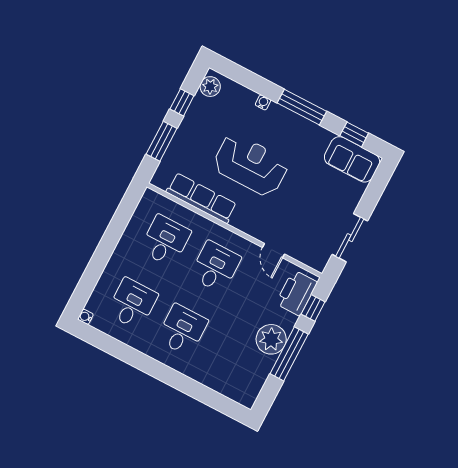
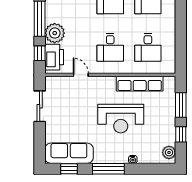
sofa: (352, 159) -> (69, 153), width x1.36
plant: (271, 339) -> (55, 33), moved

